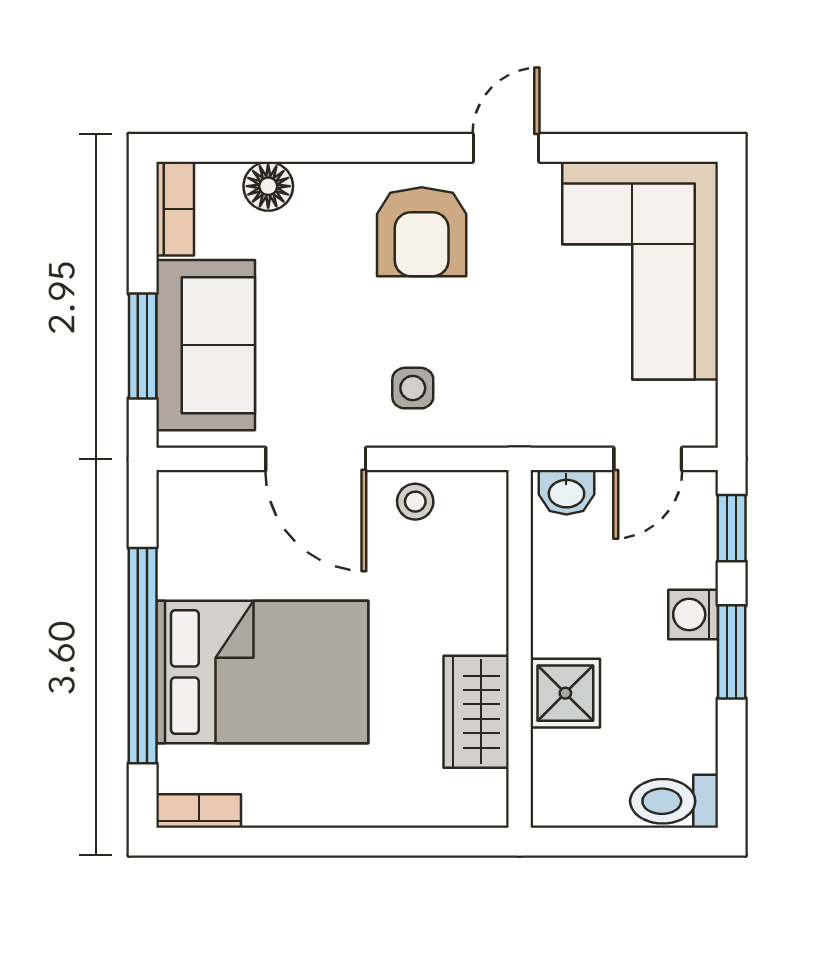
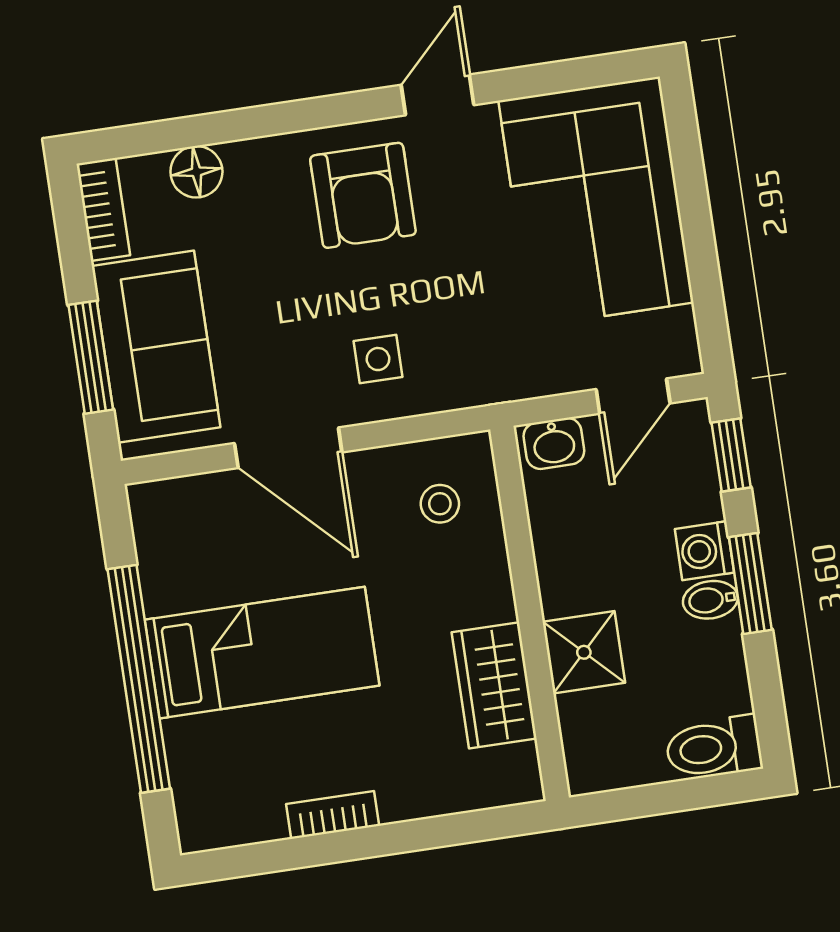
stool: (415, 502) -> (440, 504), moved
bidet: (692, 662) -> (710, 600), added
bed: (262, 672) -> (262, 653), width x0.67
bookcase: (199, 811) -> (333, 815), moved

